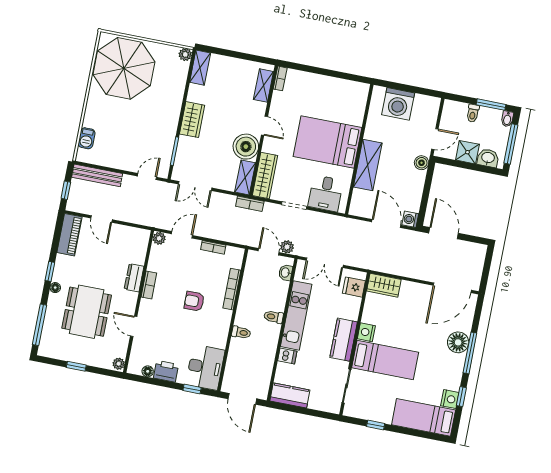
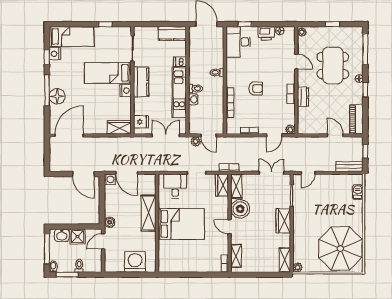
bench: (97, 175) -> (350, 167), width x0.73
wardrobe: (265, 176) -> (222, 185), width x0.67
washbasin: (286, 273) -> (193, 99), moved

